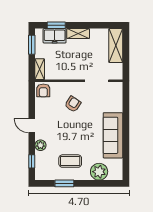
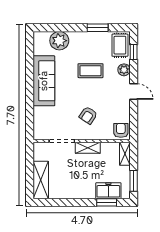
shelving: (78, 34) -> (88, 148), moved
coffee table: (70, 161) -> (91, 71), moved
rug: (44, 168) -> (120, 45), added

